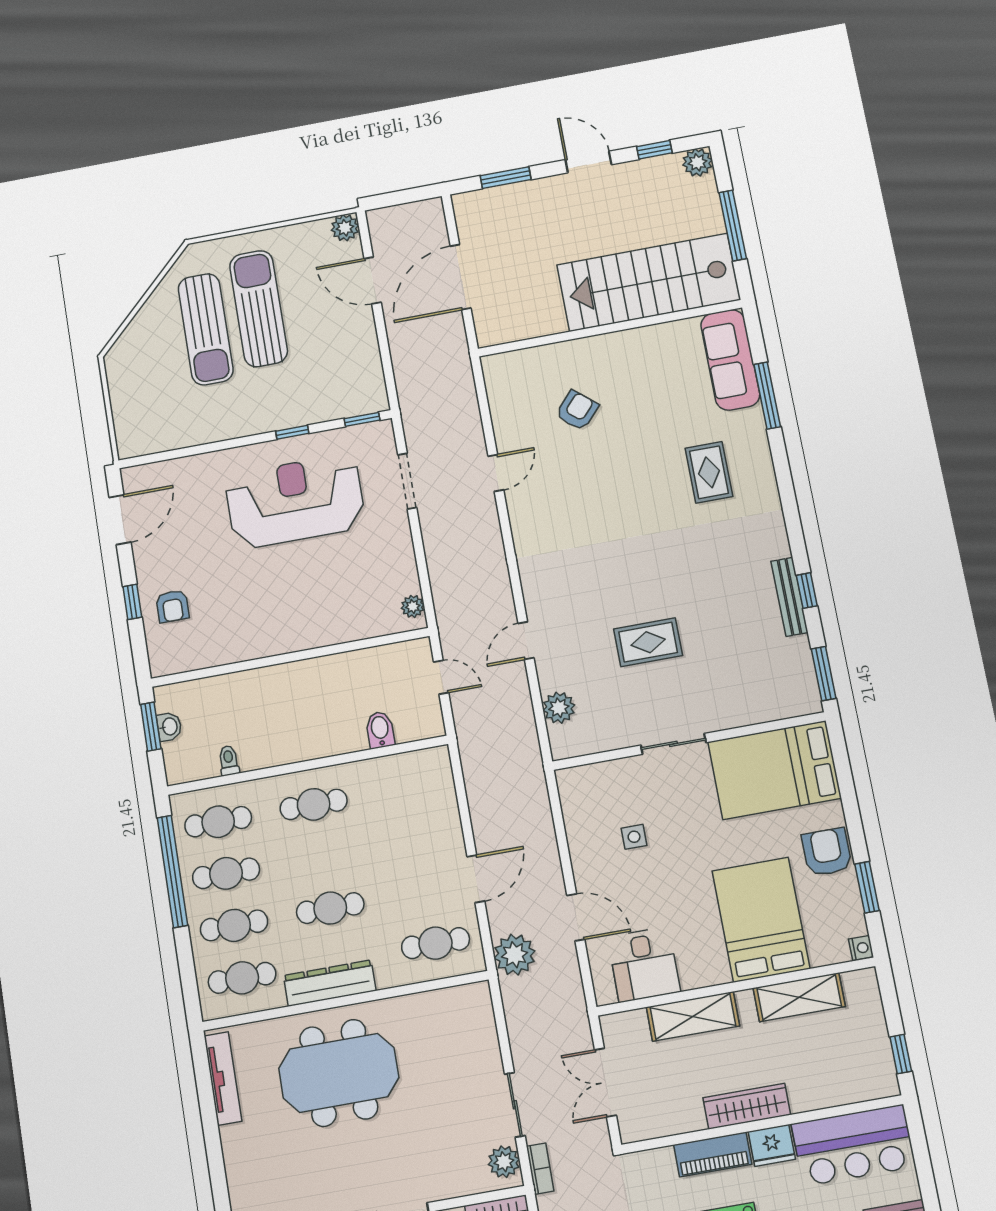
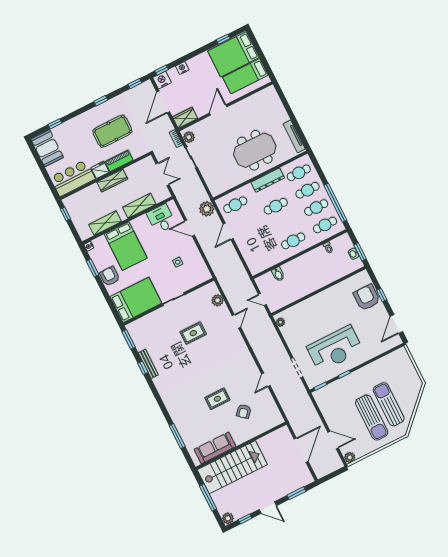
sofa: (730, 360) -> (215, 448), moved, turned -90
rug: (709, 472) -> (217, 399), moved, turned 90
armchair: (172, 606) -> (367, 298), width x1.88, depth x1.88
armchair: (827, 852) -> (110, 276), turned 180

